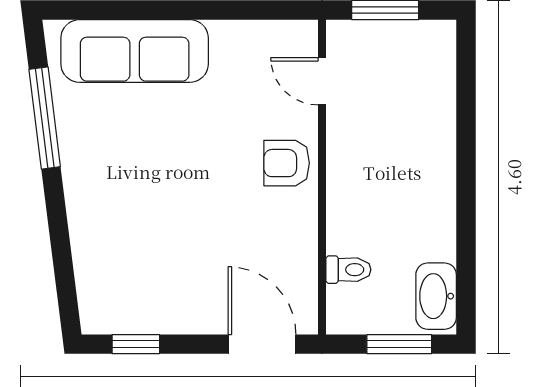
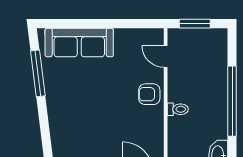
window: (466, 178) -> (232, 101), added
toilet: (348, 270) -> (178, 109), moved

